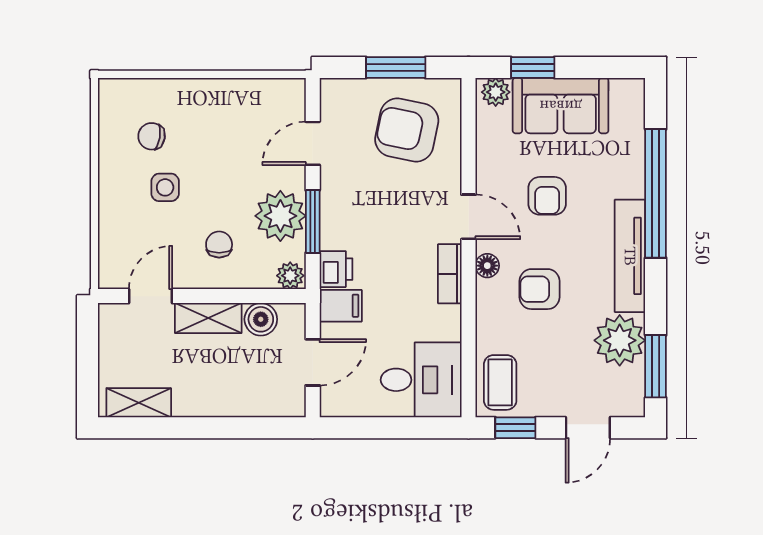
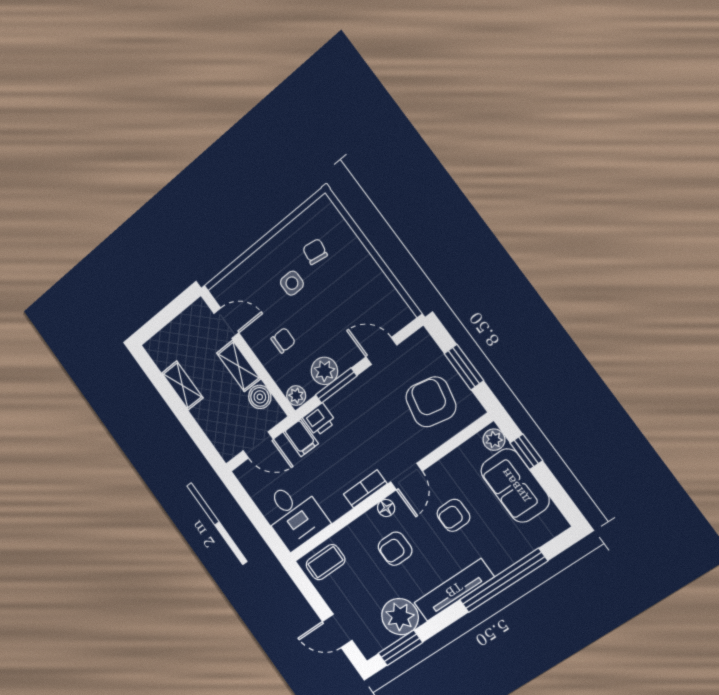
plant: (280, 216) -> (324, 371), width x0.73, depth x0.73
armchair: (539, 289) -> (395, 549), turned -90
shelving: (139, 403) -> (182, 385), moved
window: (515, 428) -> (307, 588), removed

